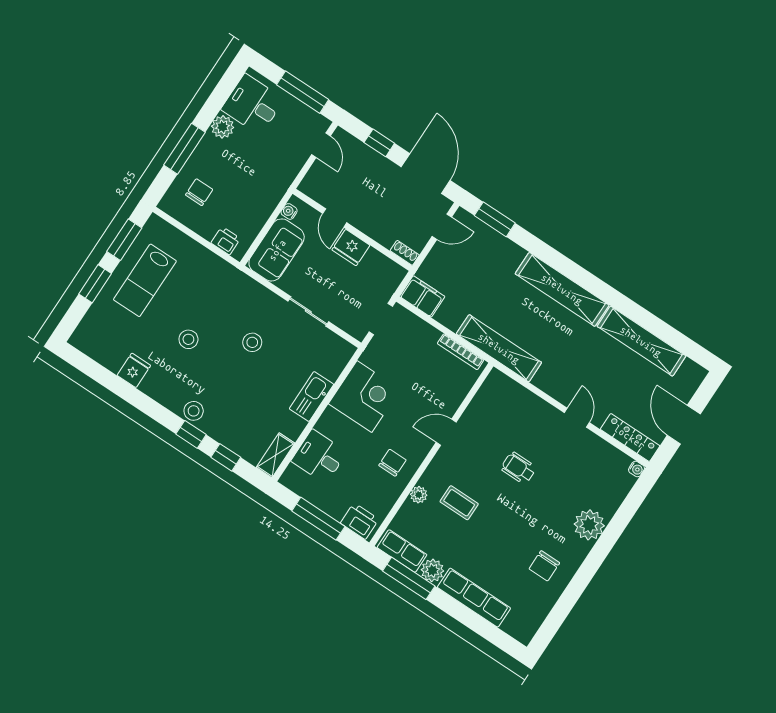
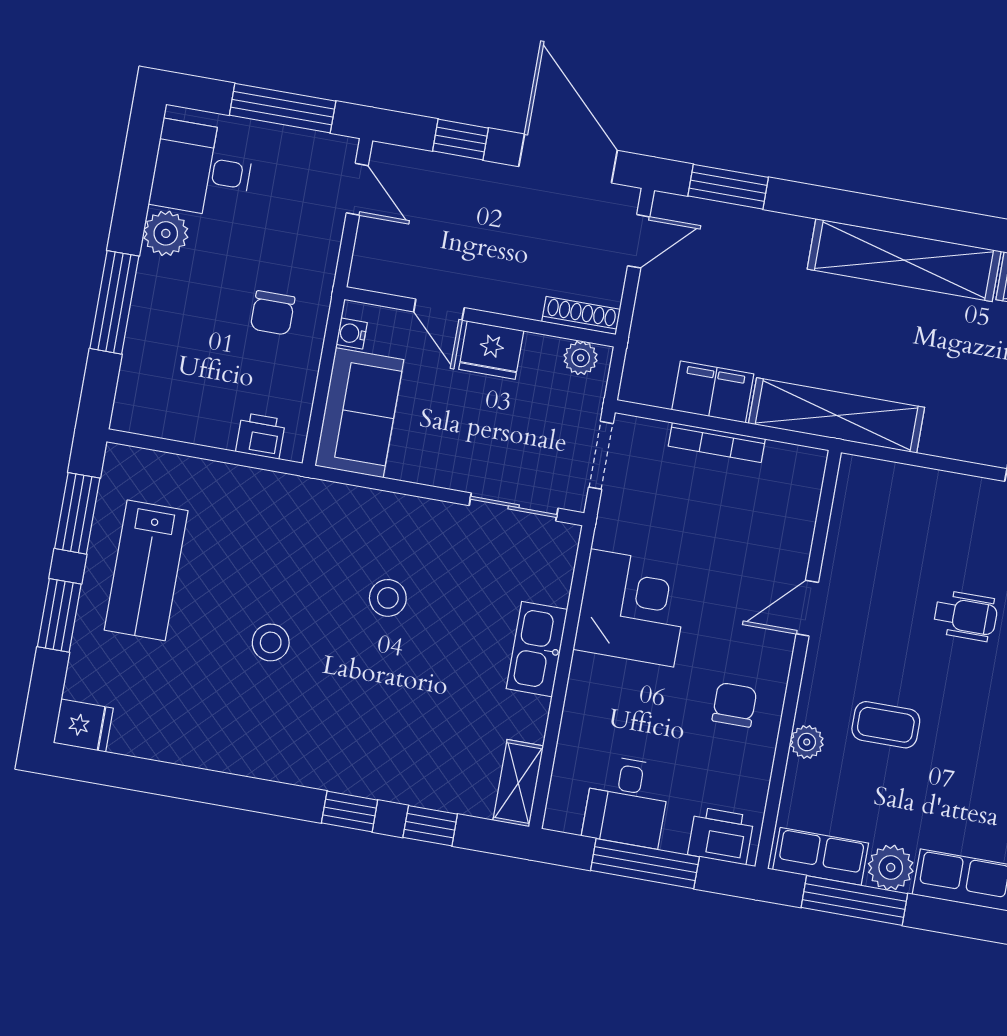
chair: (199, 192) -> (273, 313), moved, turned 180
shoe rack: (405, 253) -> (581, 316), width x1.43
plant: (391, 269) -> (581, 358), added
filing cabinet: (422, 296) -> (713, 392), moved
sliding door: (308, 311) -> (514, 507), moved
bookcase: (461, 352) -> (717, 442), moved
fridge: (134, 370) -> (83, 725), moved, turned 90
stool: (194, 411) -> (336, 767), removed
desk: (319, 456) -> (627, 802), moved, turned -90
wheelchair: (519, 468) -> (966, 616), turned 180

